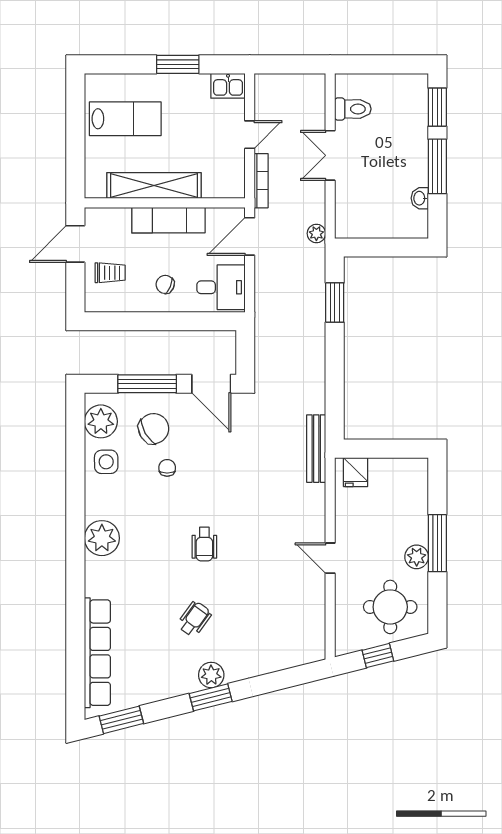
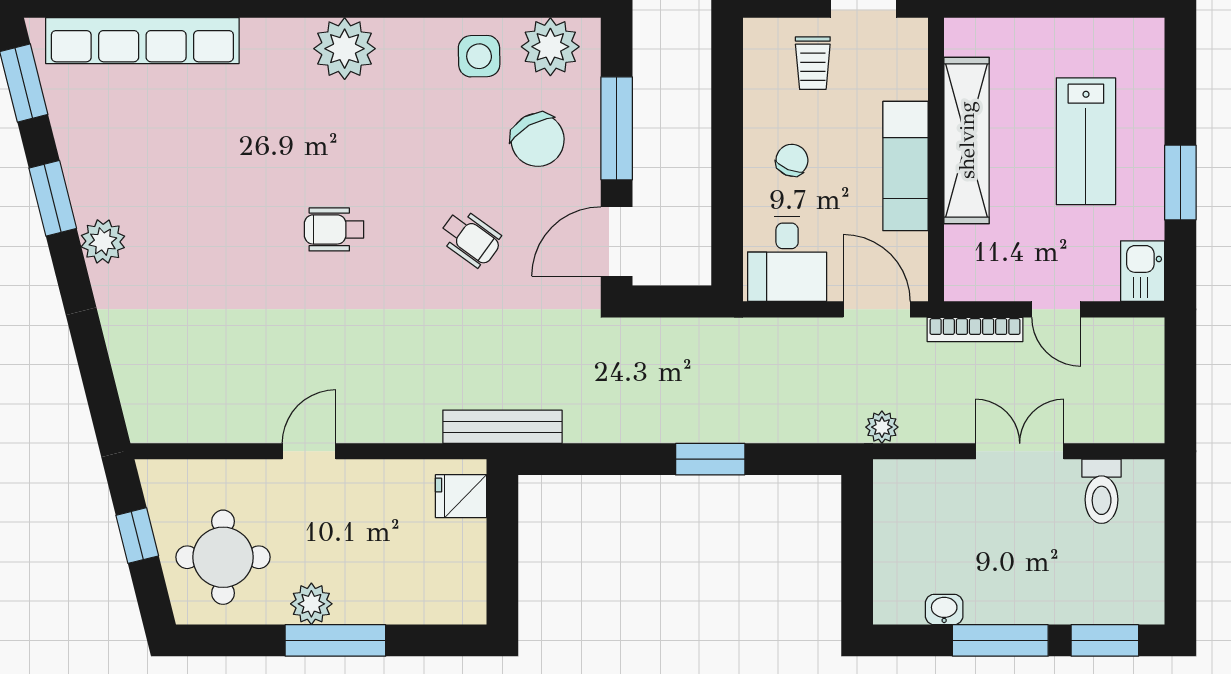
lab bench: (125, 119) -> (1086, 141), moved
window: (335, 303) -> (710, 459), moved
chair: (167, 468) -> (468, 164), removed
wheelchair: (194, 619) -> (471, 238), moved
window: (211, 697) -> (53, 198), moved

